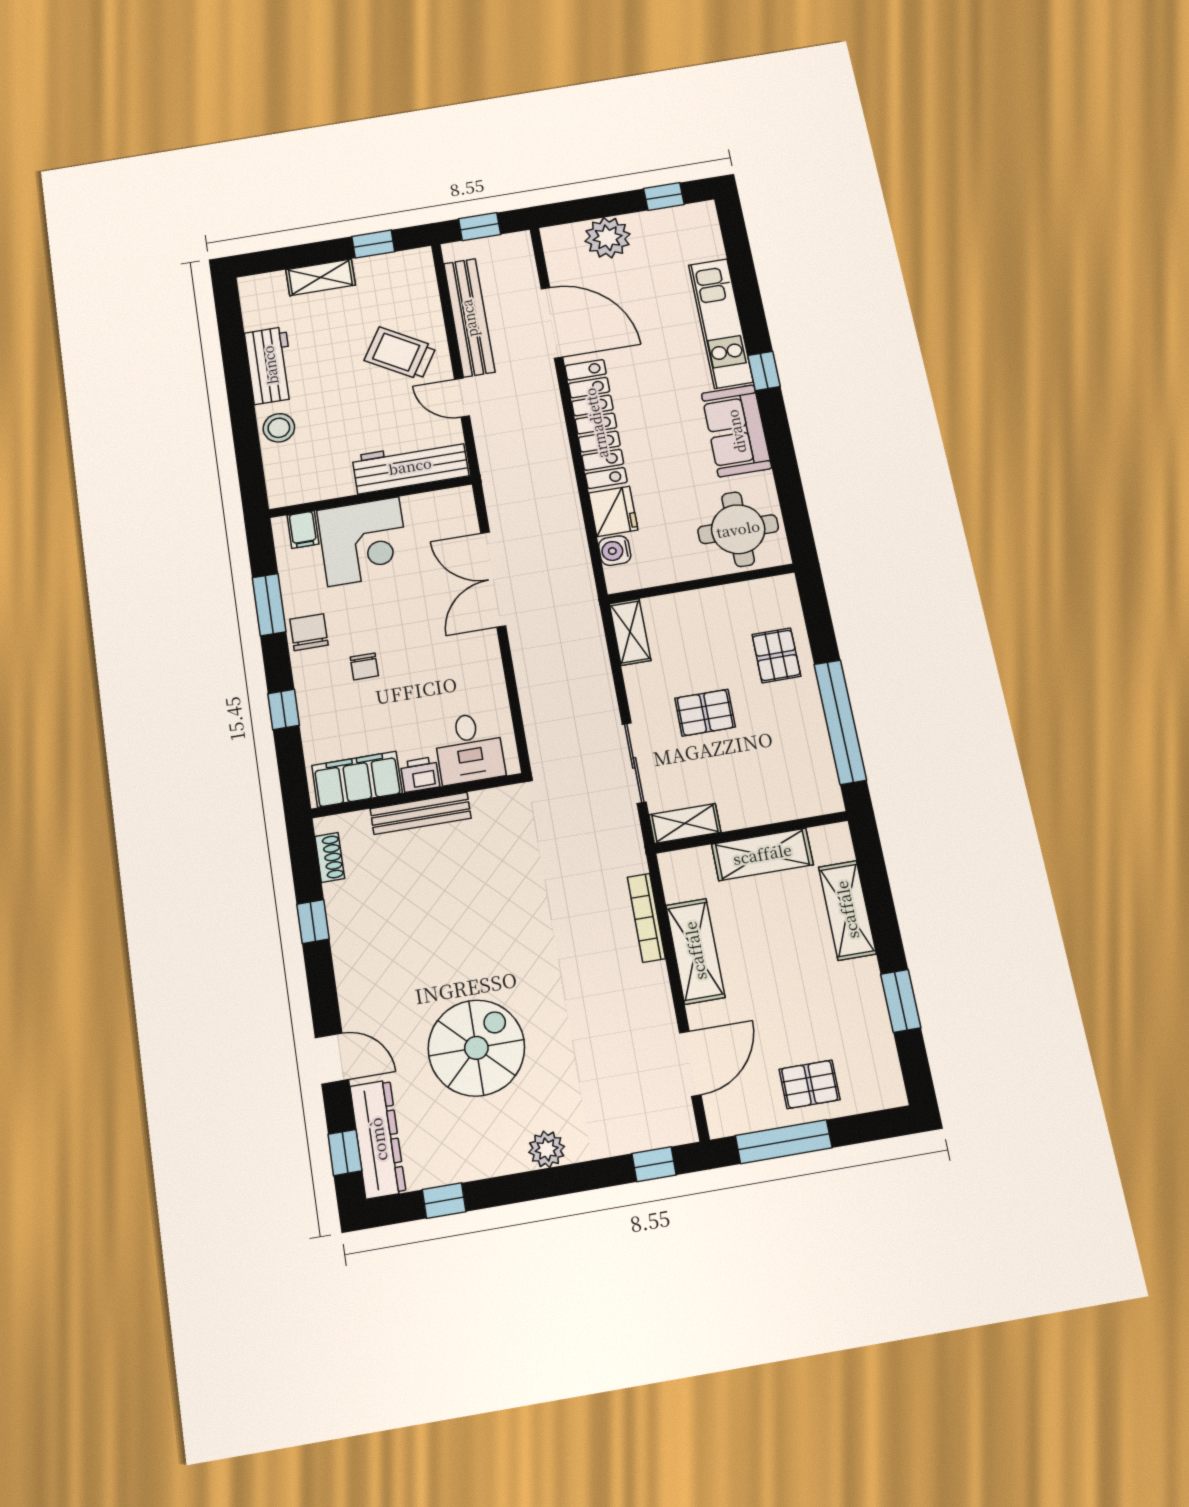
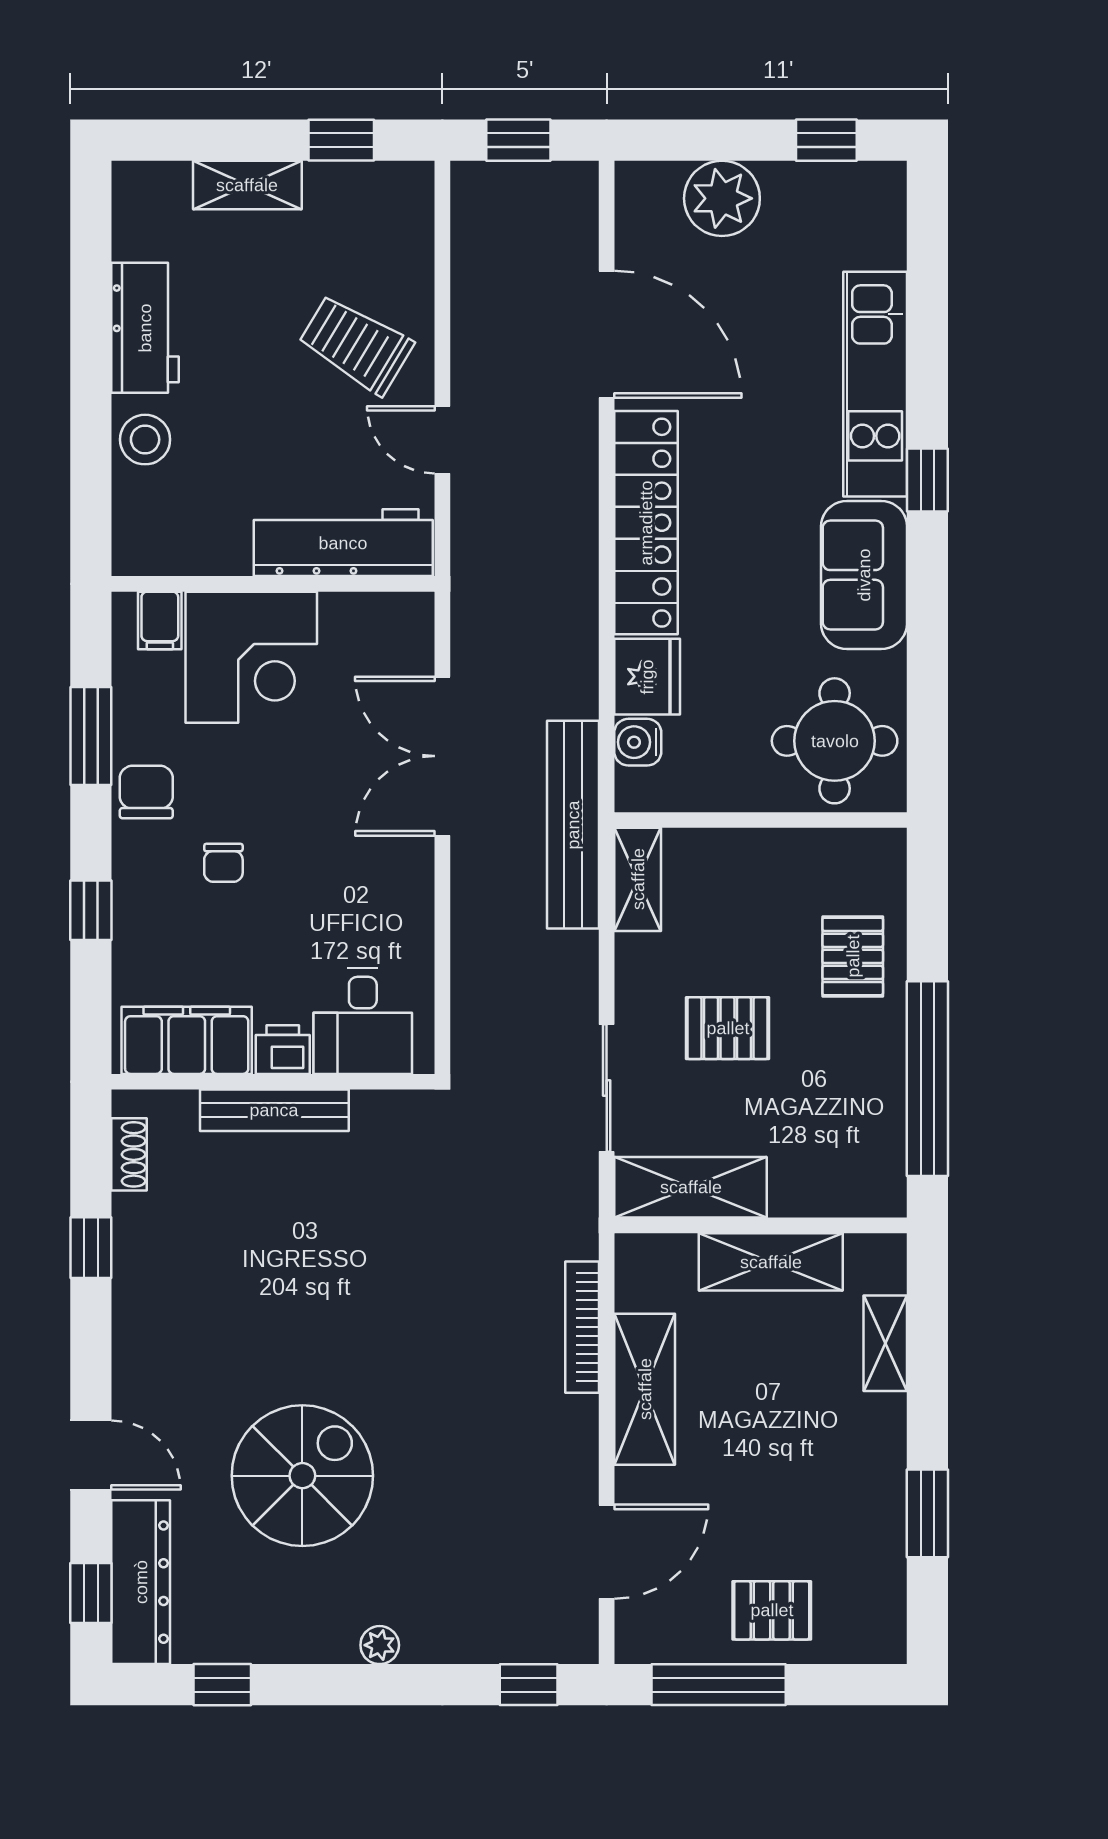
bench: (469, 318) -> (573, 825), moved
shelving: (685, 824) -> (691, 1187), width x1.50, depth x1.33
shelving: (847, 910) -> (885, 1343), width x0.67, depth x0.75
plant: (547, 1149) -> (380, 1645), width x0.73, depth x0.73

